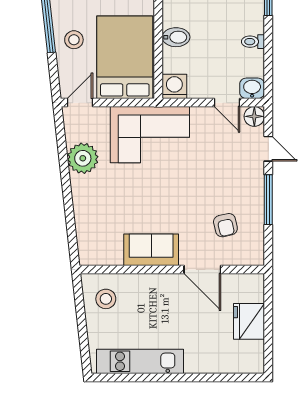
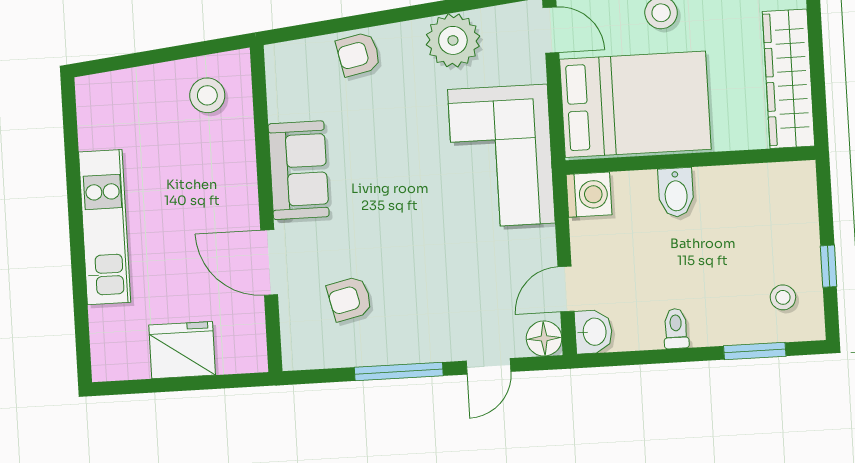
armchair: (87, 212) -> (358, 54), added
door: (202, 269) -> (269, 262), hinge flipped
kitchen unit: (140, 361) -> (105, 227), moved

